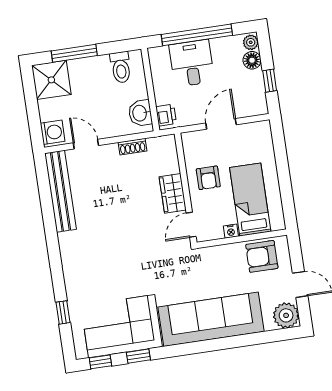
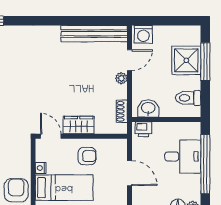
shower: (51, 80) -> (186, 60), moved
shoe rack: (132, 147) -> (122, 111), moved
plant: (109, 151) -> (121, 78), added
armchair: (208, 178) -> (87, 156), turned 180

